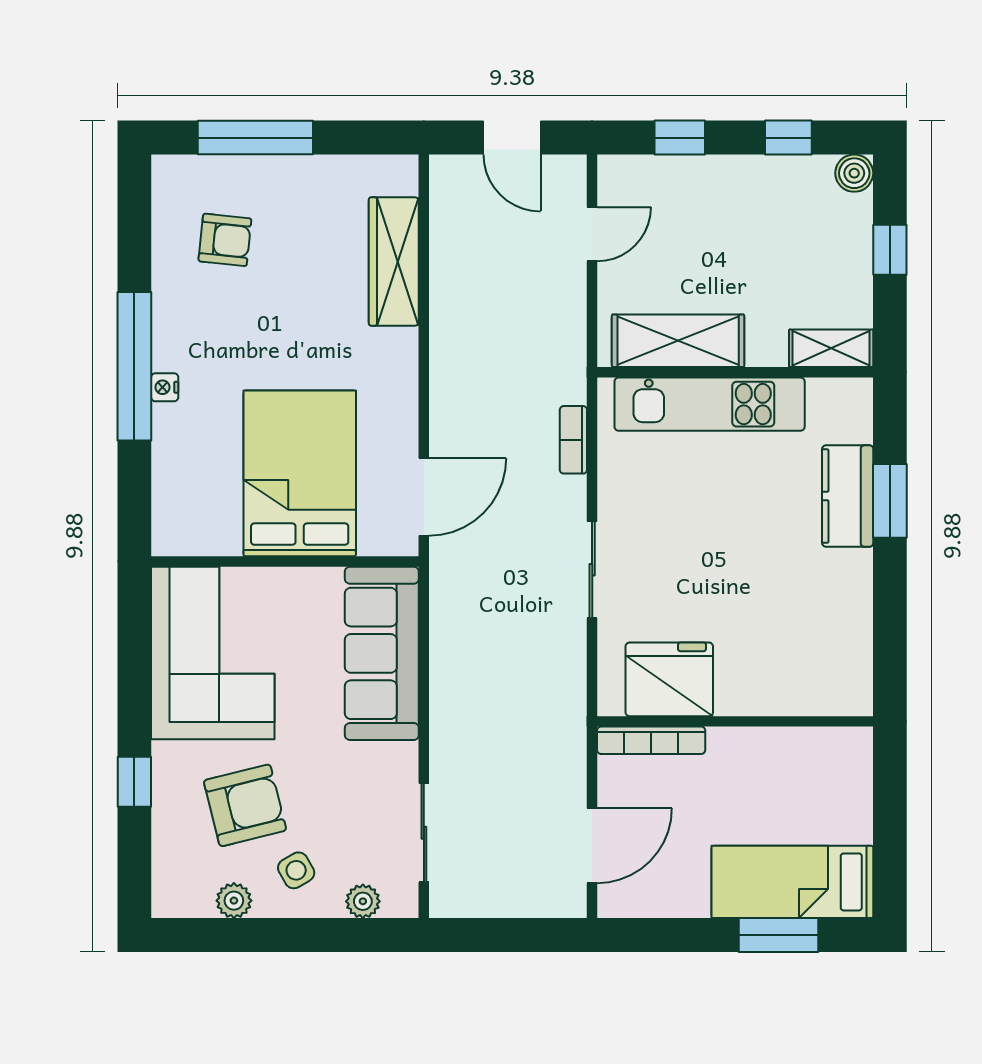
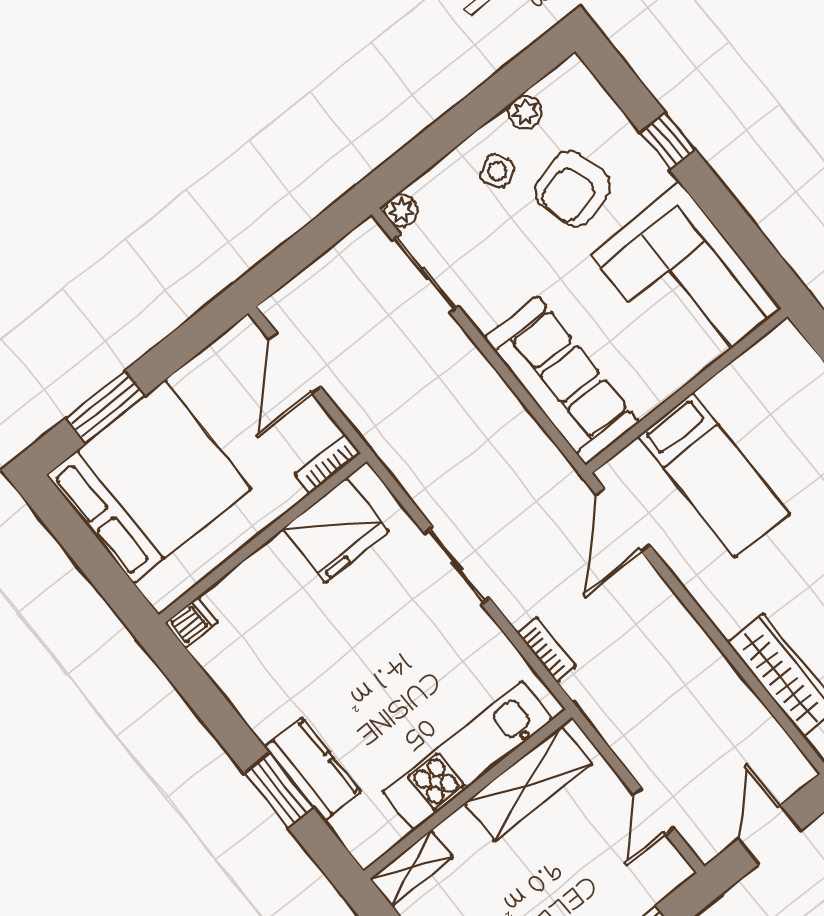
door: (512, 138) -> (769, 835), hinge flipped
bed: (300, 473) -> (714, 475), width x0.67
dishwasher: (850, 699) -> (192, 622), added
bookcase: (651, 740) -> (327, 464), width x0.64
bed: (792, 882) -> (149, 482), width x2.04
plant: (363, 901) -> (401, 210), moved

